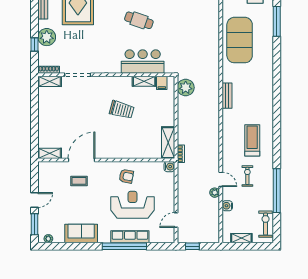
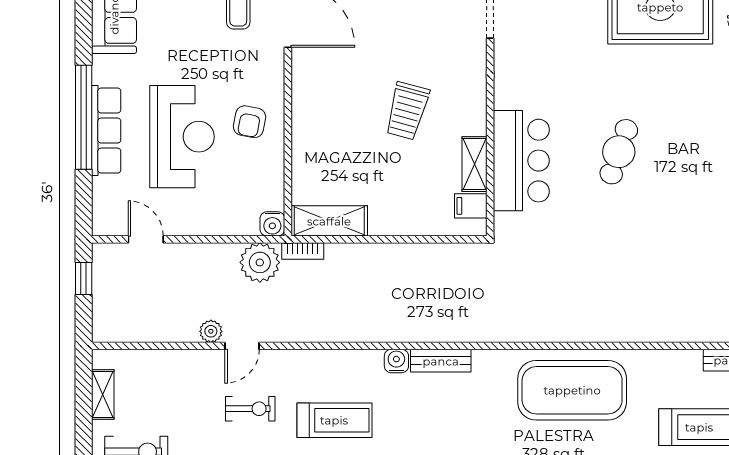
plant: (186, 88) -> (260, 262), moved
water cooler: (227, 206) -> (396, 361), moved

